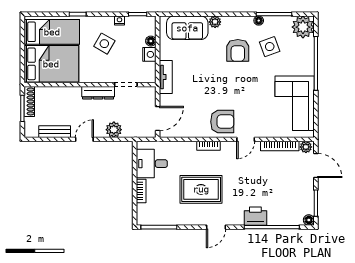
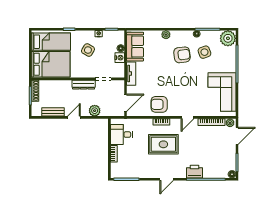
sofa: (187, 28) -> (135, 47), moved, turned -90
armchair: (238, 50) -> (182, 55), turned -97
armchair: (222, 122) -> (159, 104), moved, turned 180
door: (316, 166) -> (237, 136), hinge flipped
rug: (201, 189) -> (163, 144), moved

